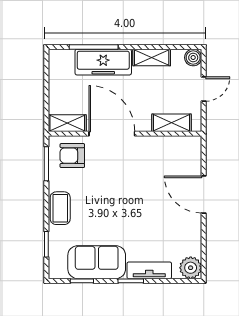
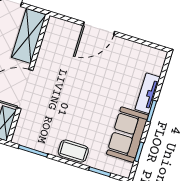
shelving: (172, 123) -> (29, 36), width x1.50, depth x1.33
armchair: (72, 156) -> (33, 128), removed
plant: (191, 268) -> (156, 58), removed

